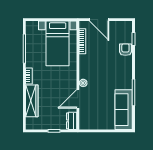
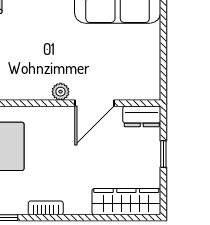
door: (78, 99) -> (95, 103), hinge flipped
wardrobe: (32, 101) -> (126, 202), moved

